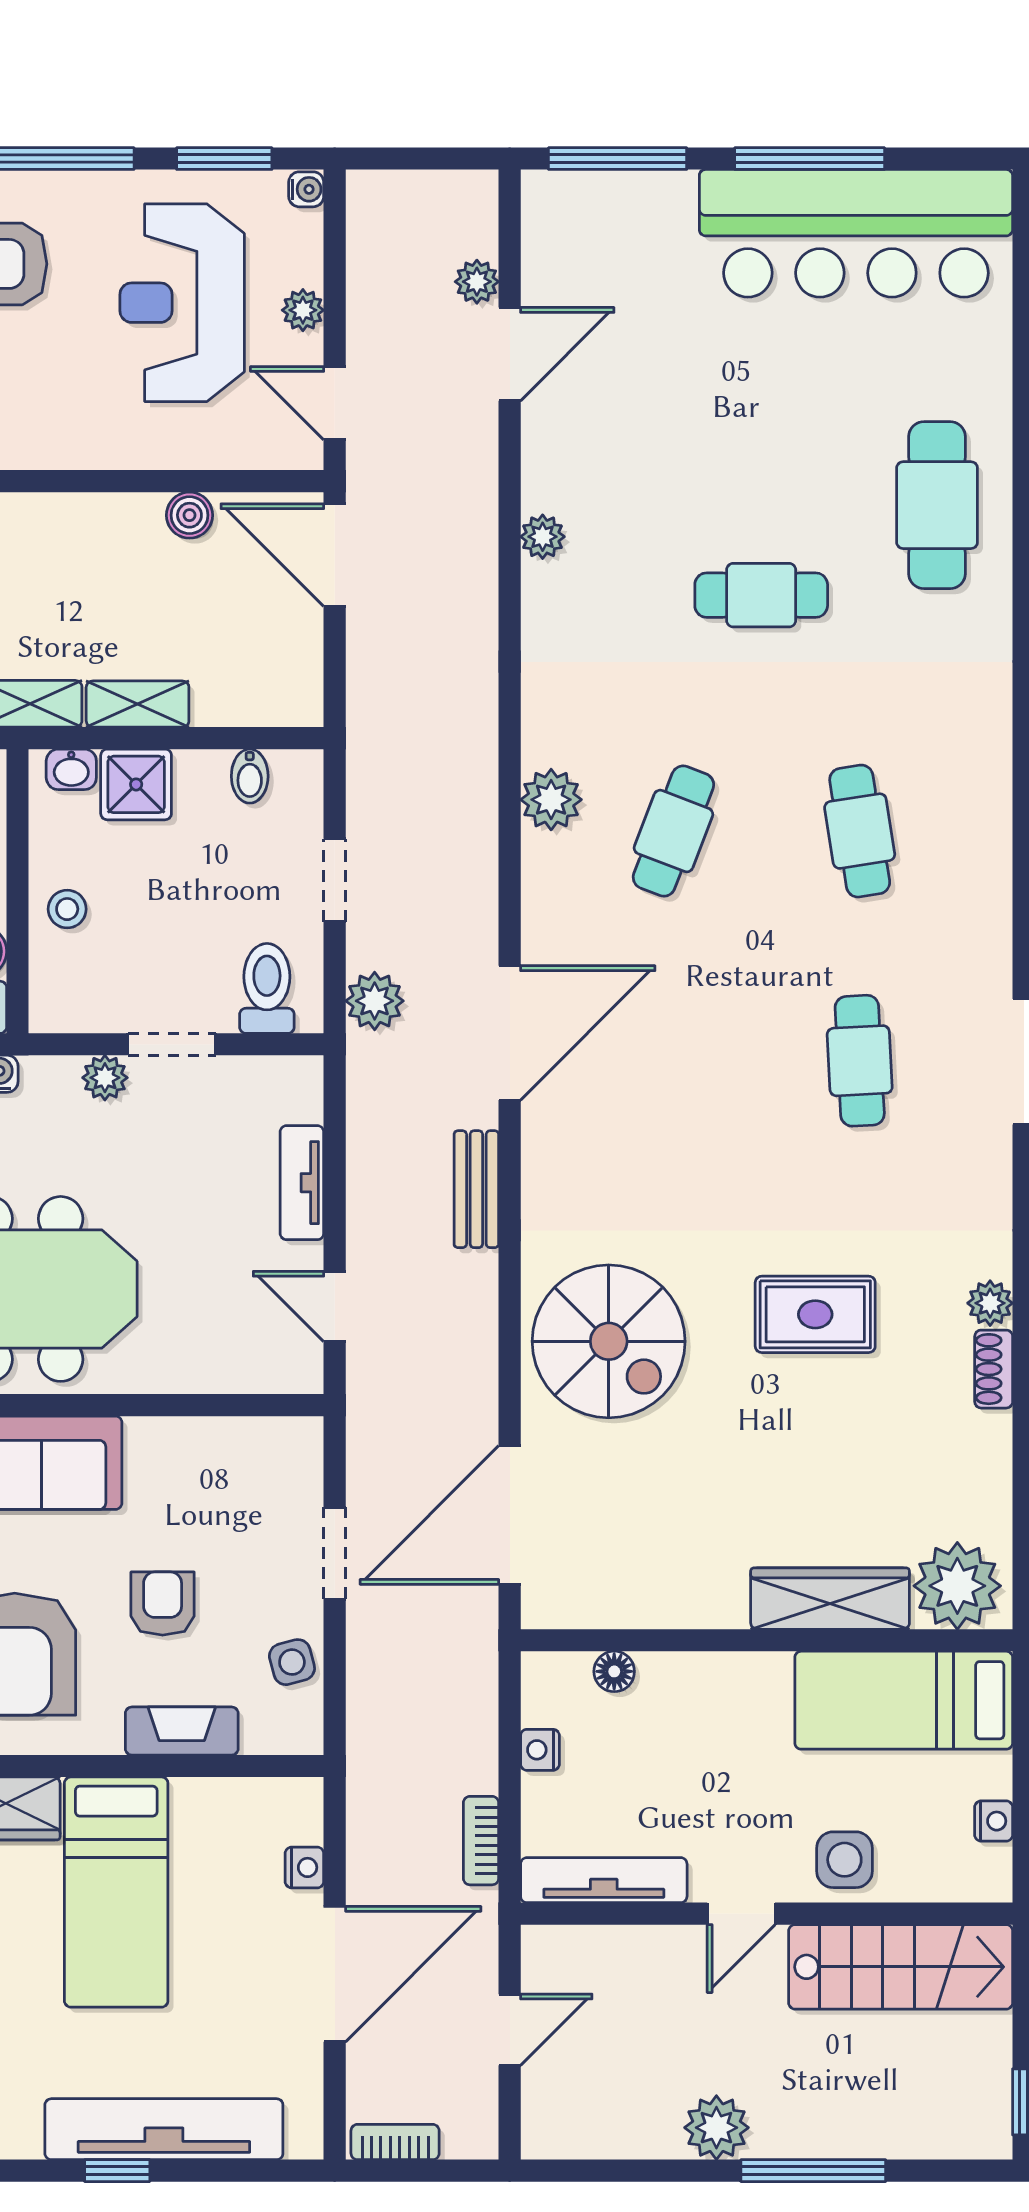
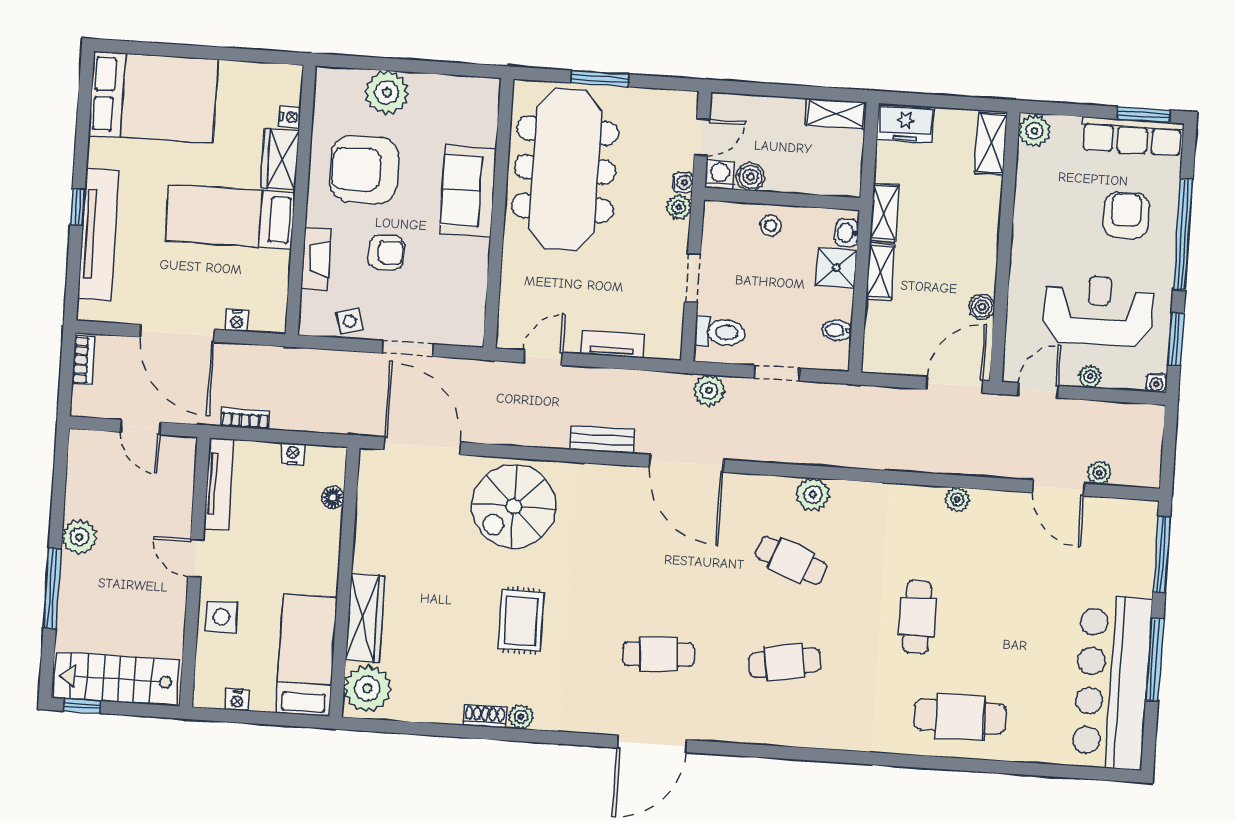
plant: (105, 1078) -> (679, 207), moved
stairs: (901, 1967) -> (117, 679), moved, turned 90

